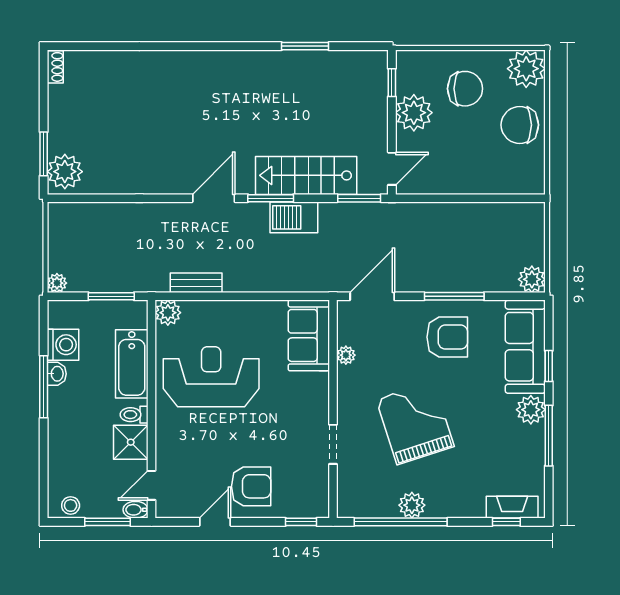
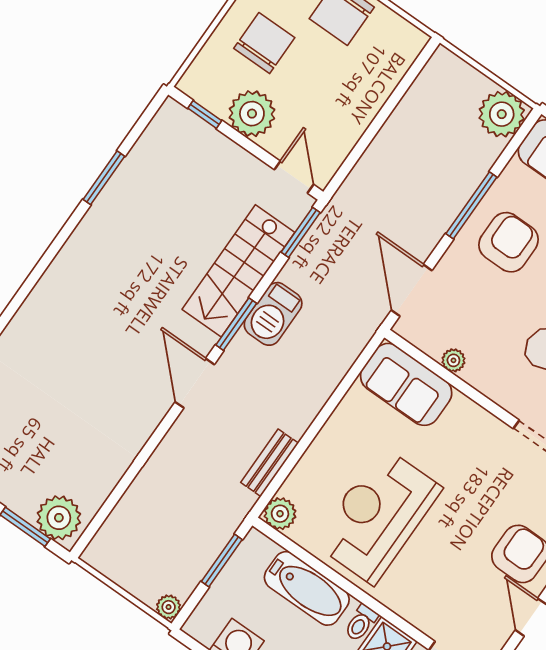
plant: (532, 279) -> (502, 114), width x1.36, depth x1.36

